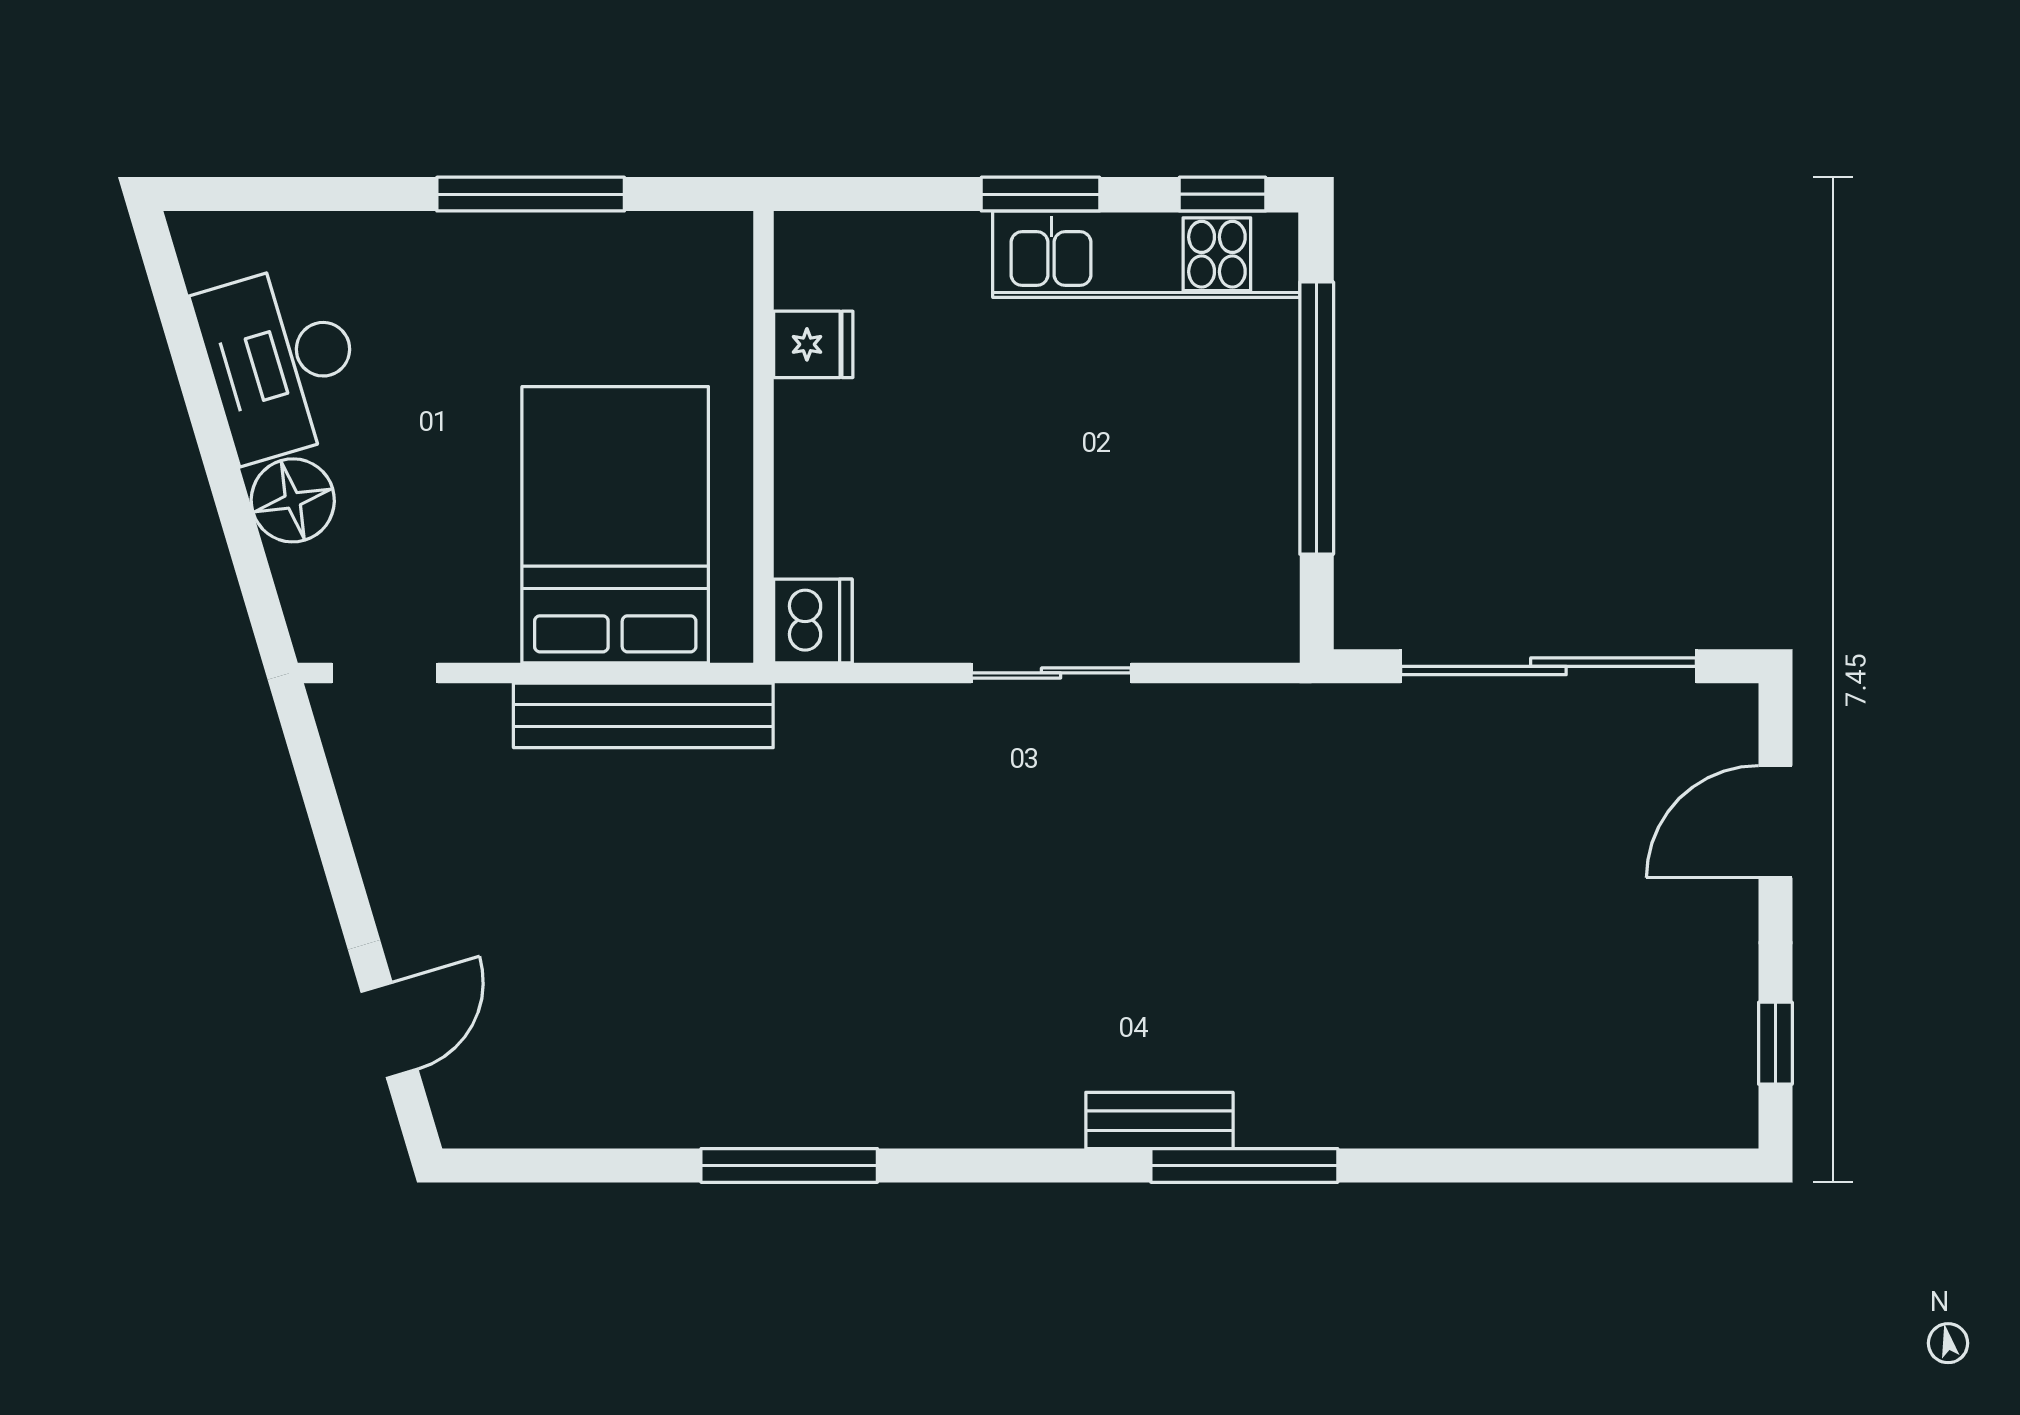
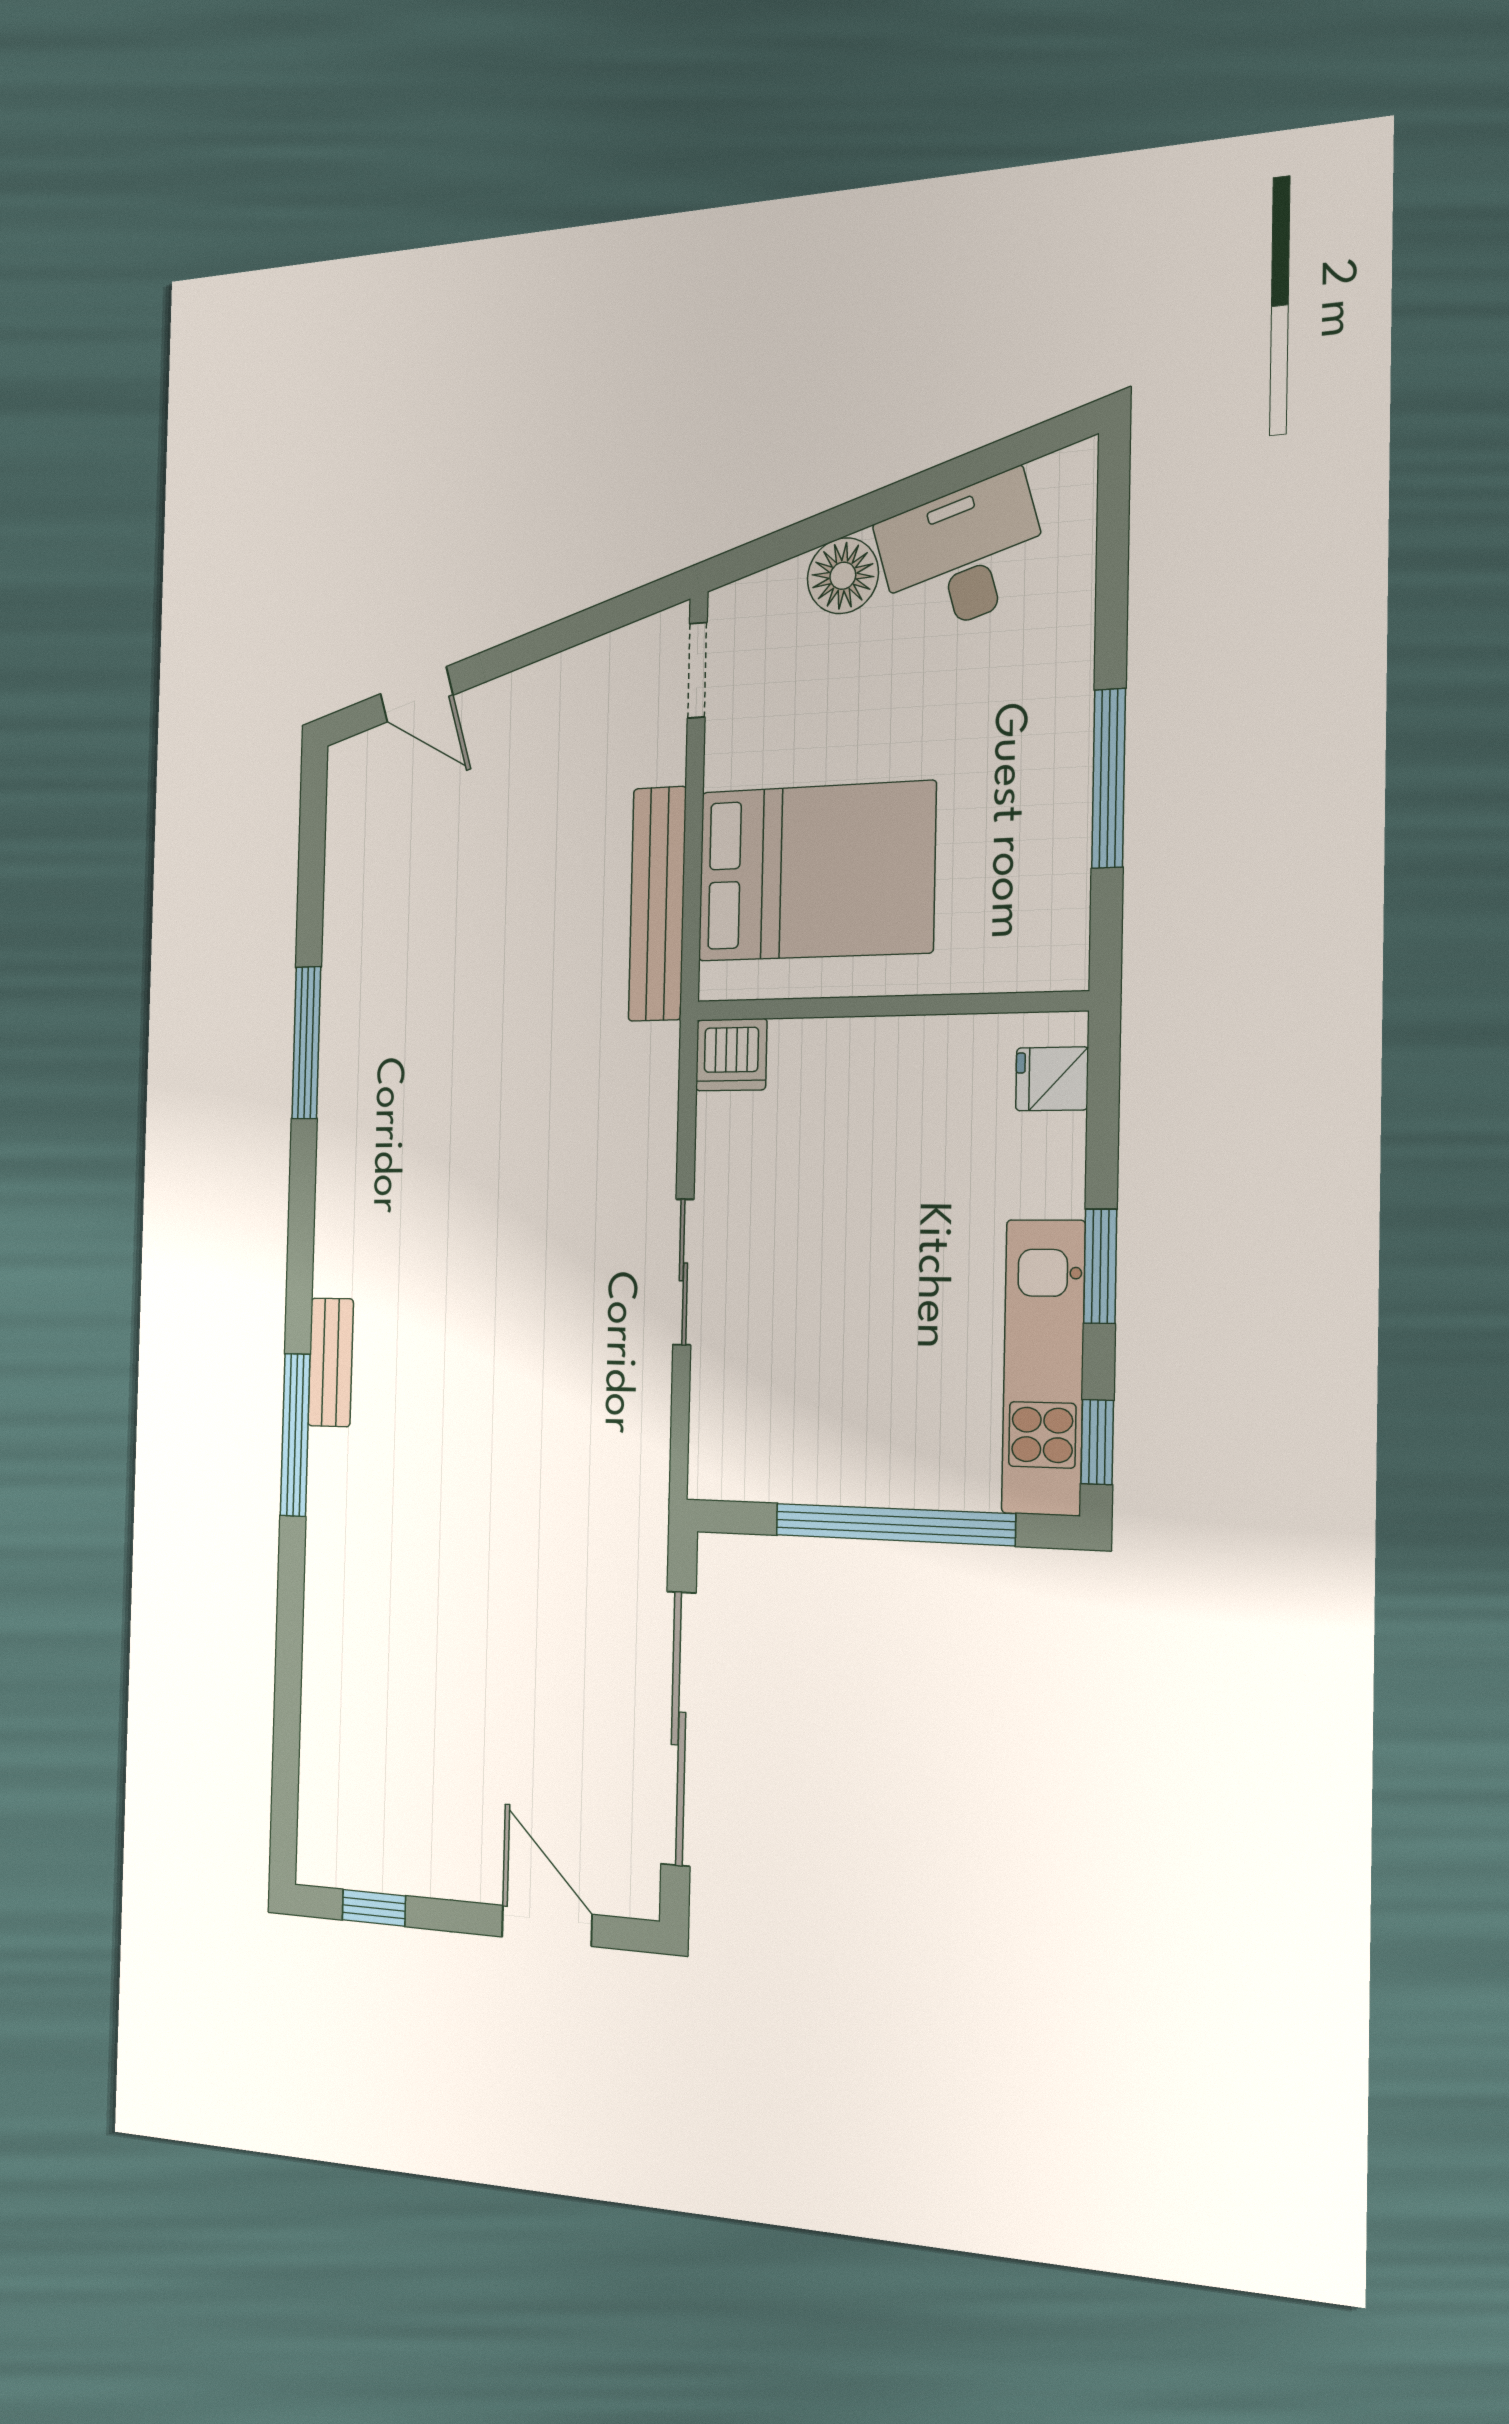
fridge: (813, 344) -> (1052, 1079), moved, turned 90

